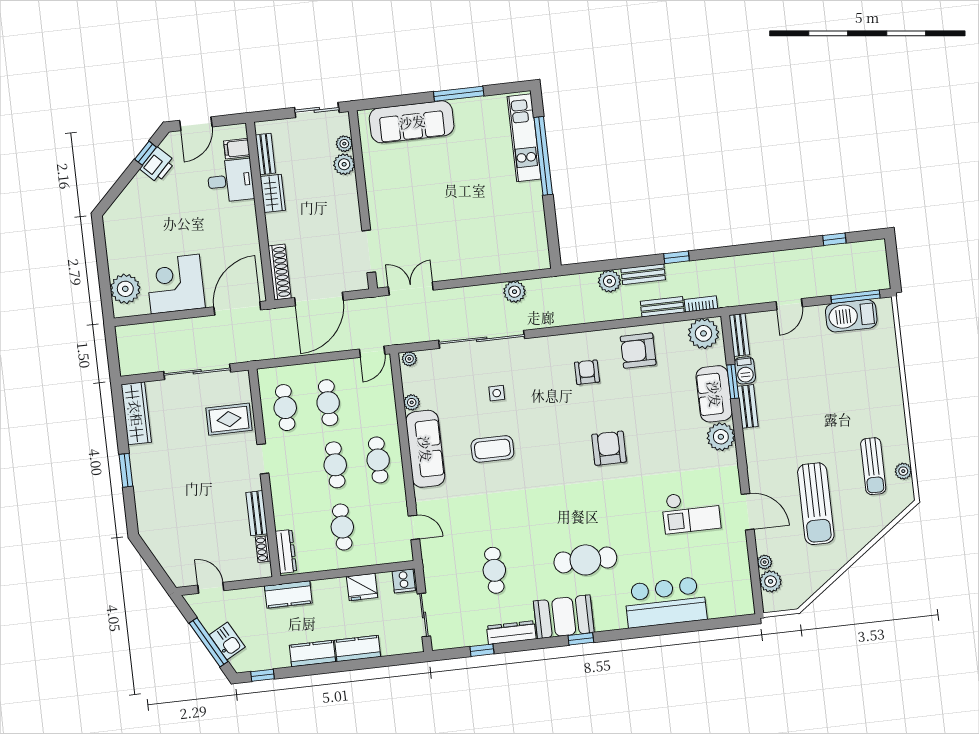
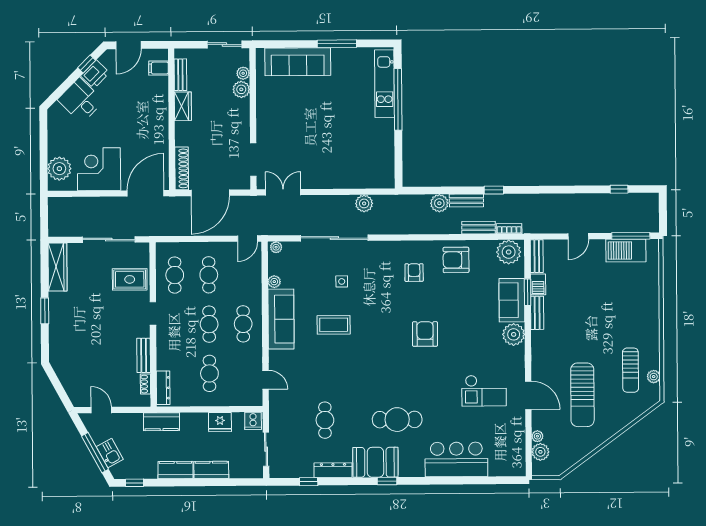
desk: (231, 181) -> (81, 100), moved, turned -135

